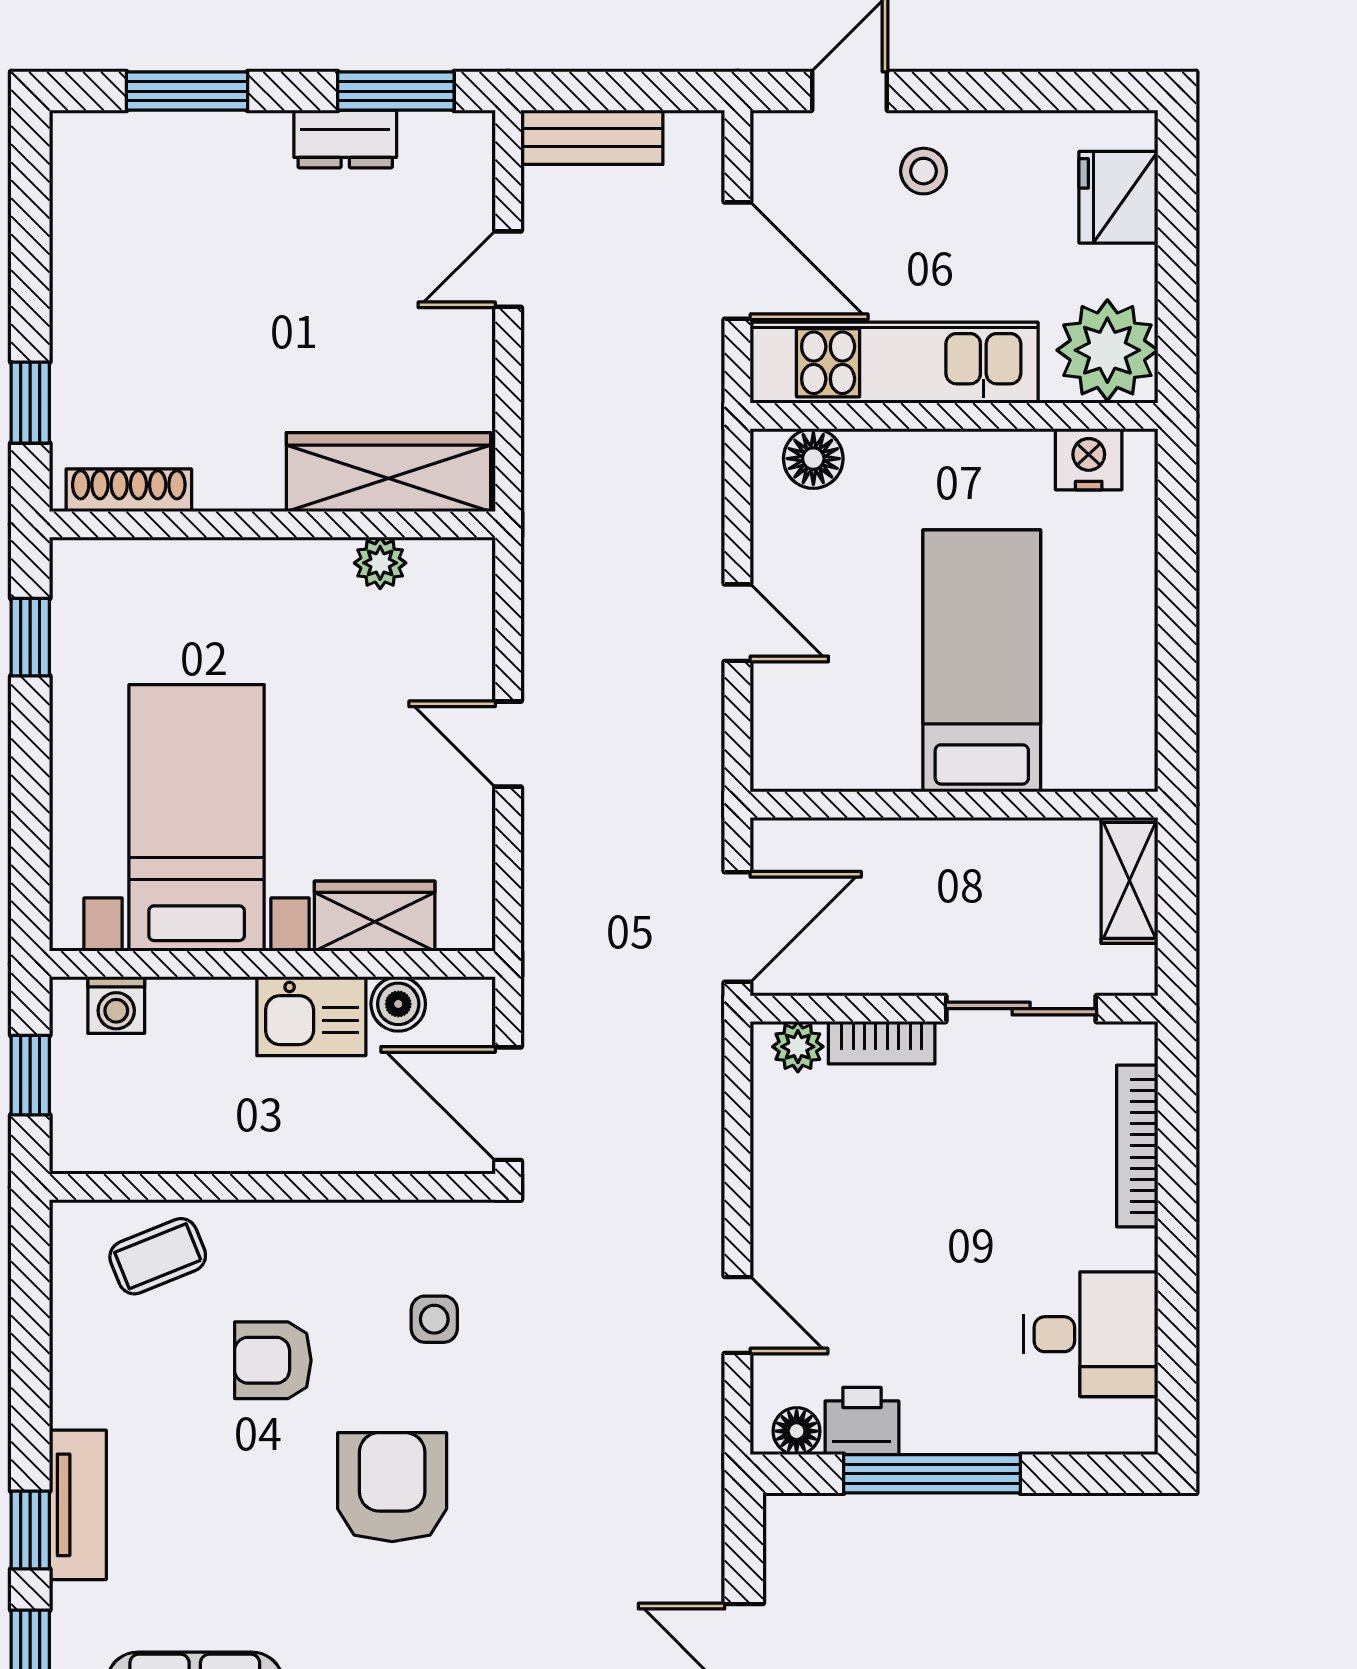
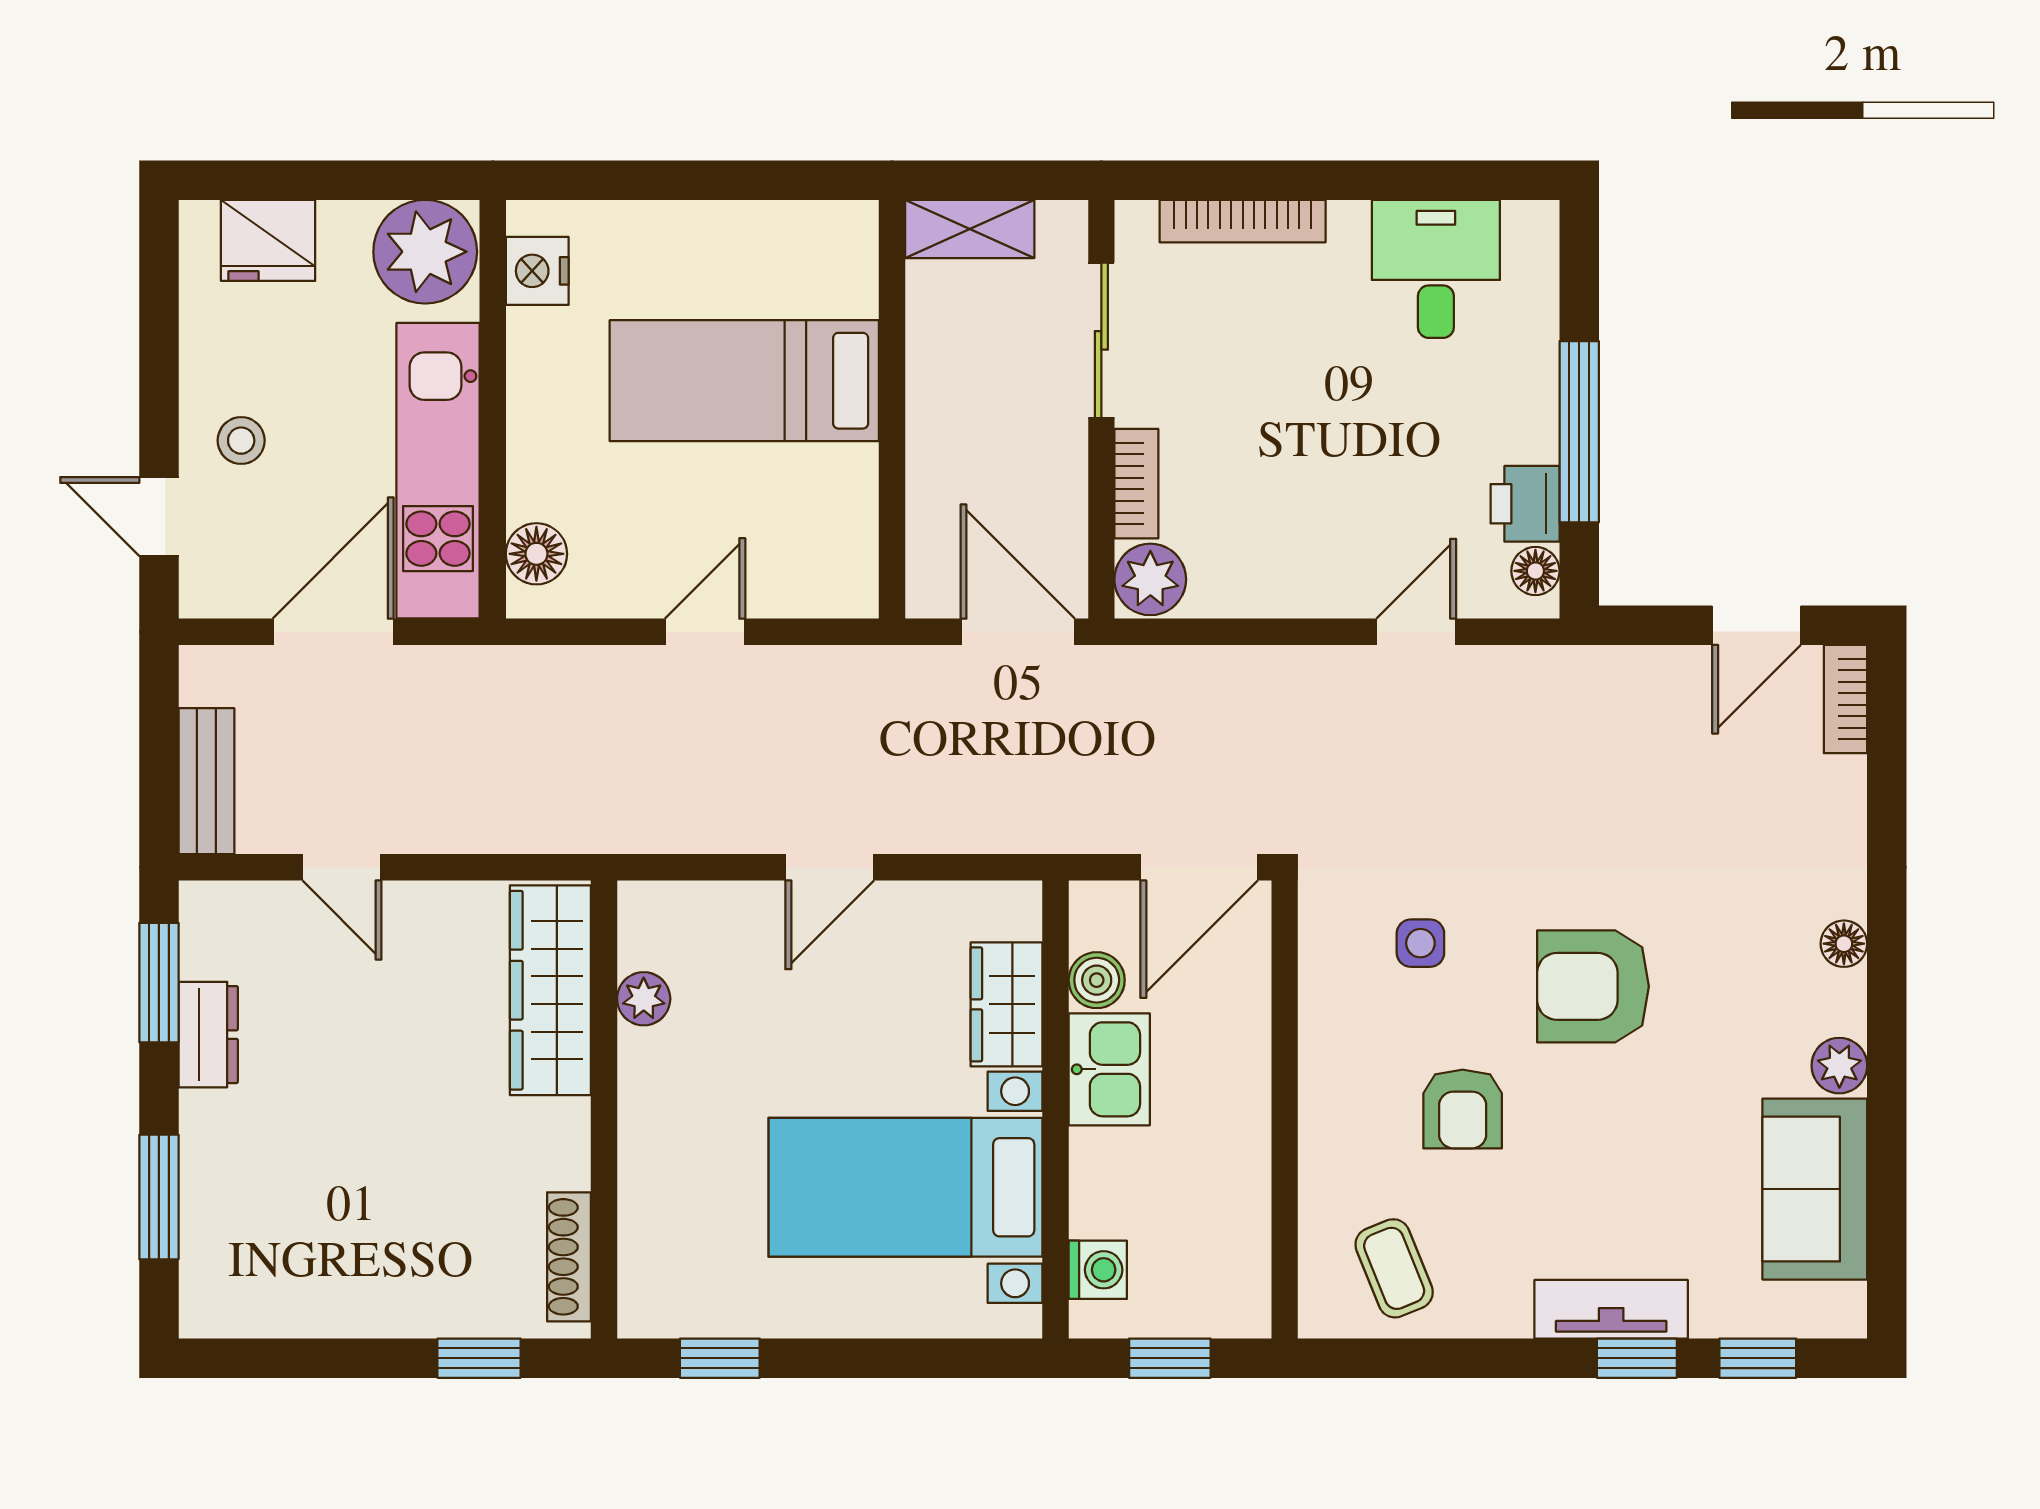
plant: (798, 1047) -> (1150, 579), width x1.38, depth x1.38
coffee table: (158, 1256) -> (1394, 1268), moved

